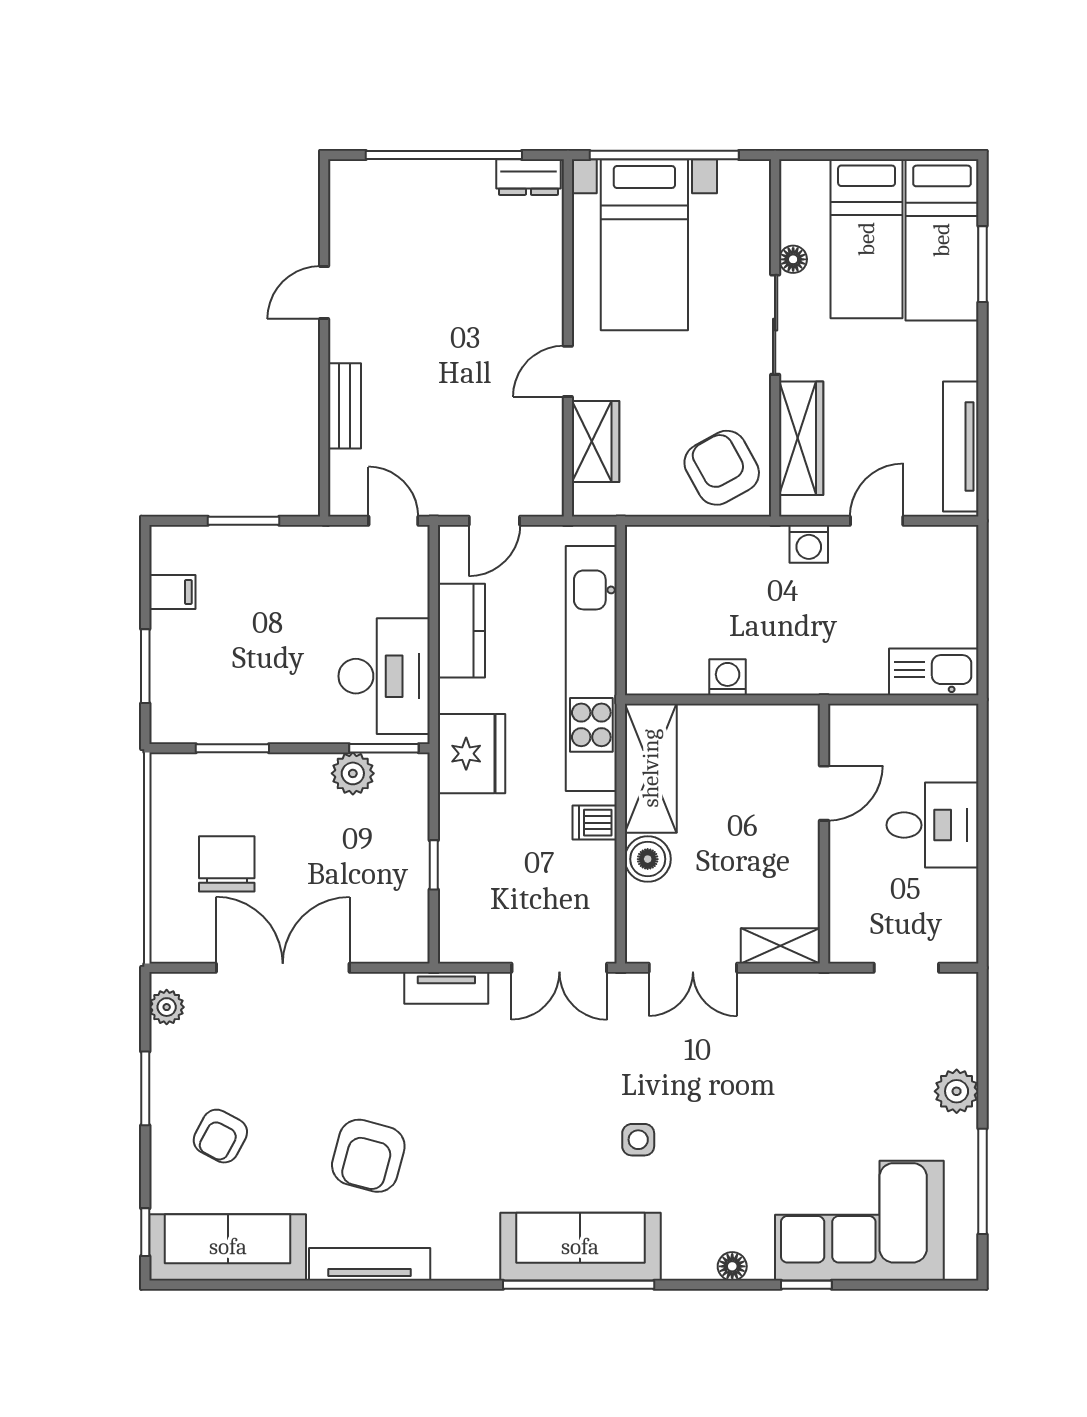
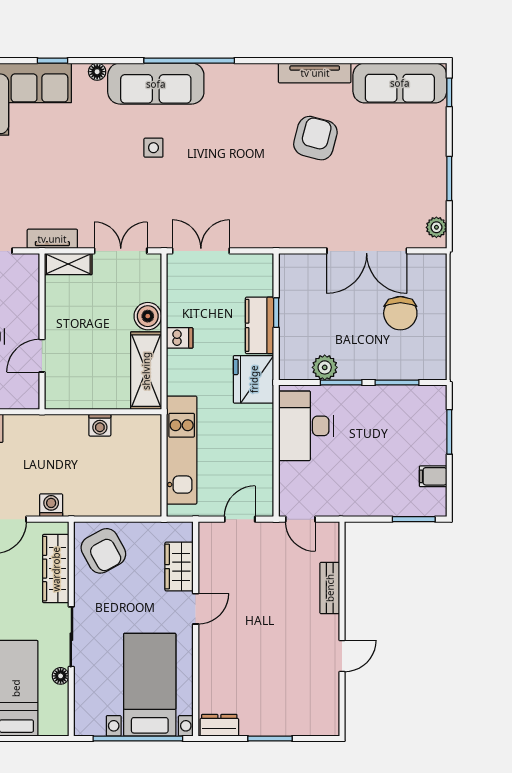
window: (444, 155) -> (270, 739), width x0.47
window: (244, 521) -> (414, 519), moved
kitchen counter: (461, 631) -> (260, 325), moved
kitchen unit: (591, 668) -> (182, 450), width x0.73
window: (384, 748) -> (341, 383), moved
tv unit: (446, 988) -> (52, 239), moved
armchair: (220, 1136) -> (404, 150), removed
sofa: (580, 1247) -> (156, 84), moved

